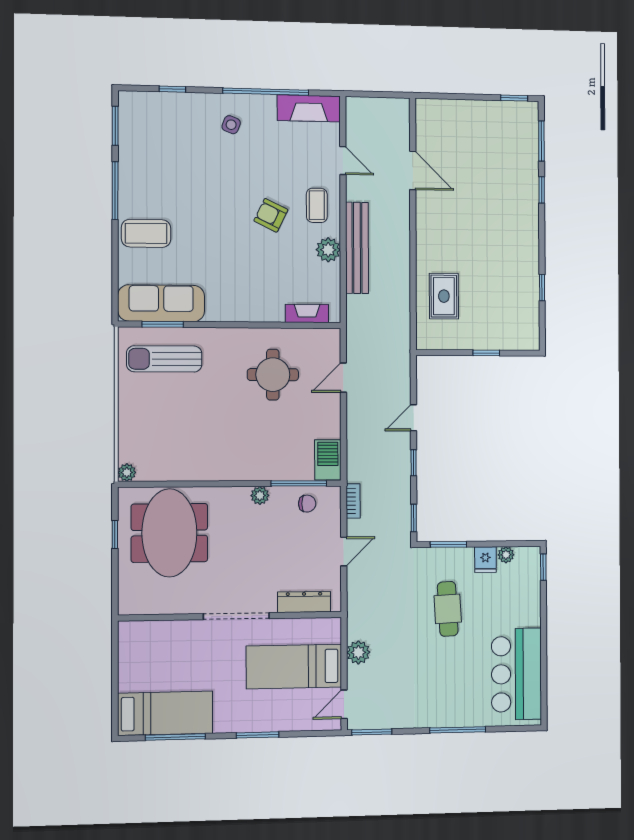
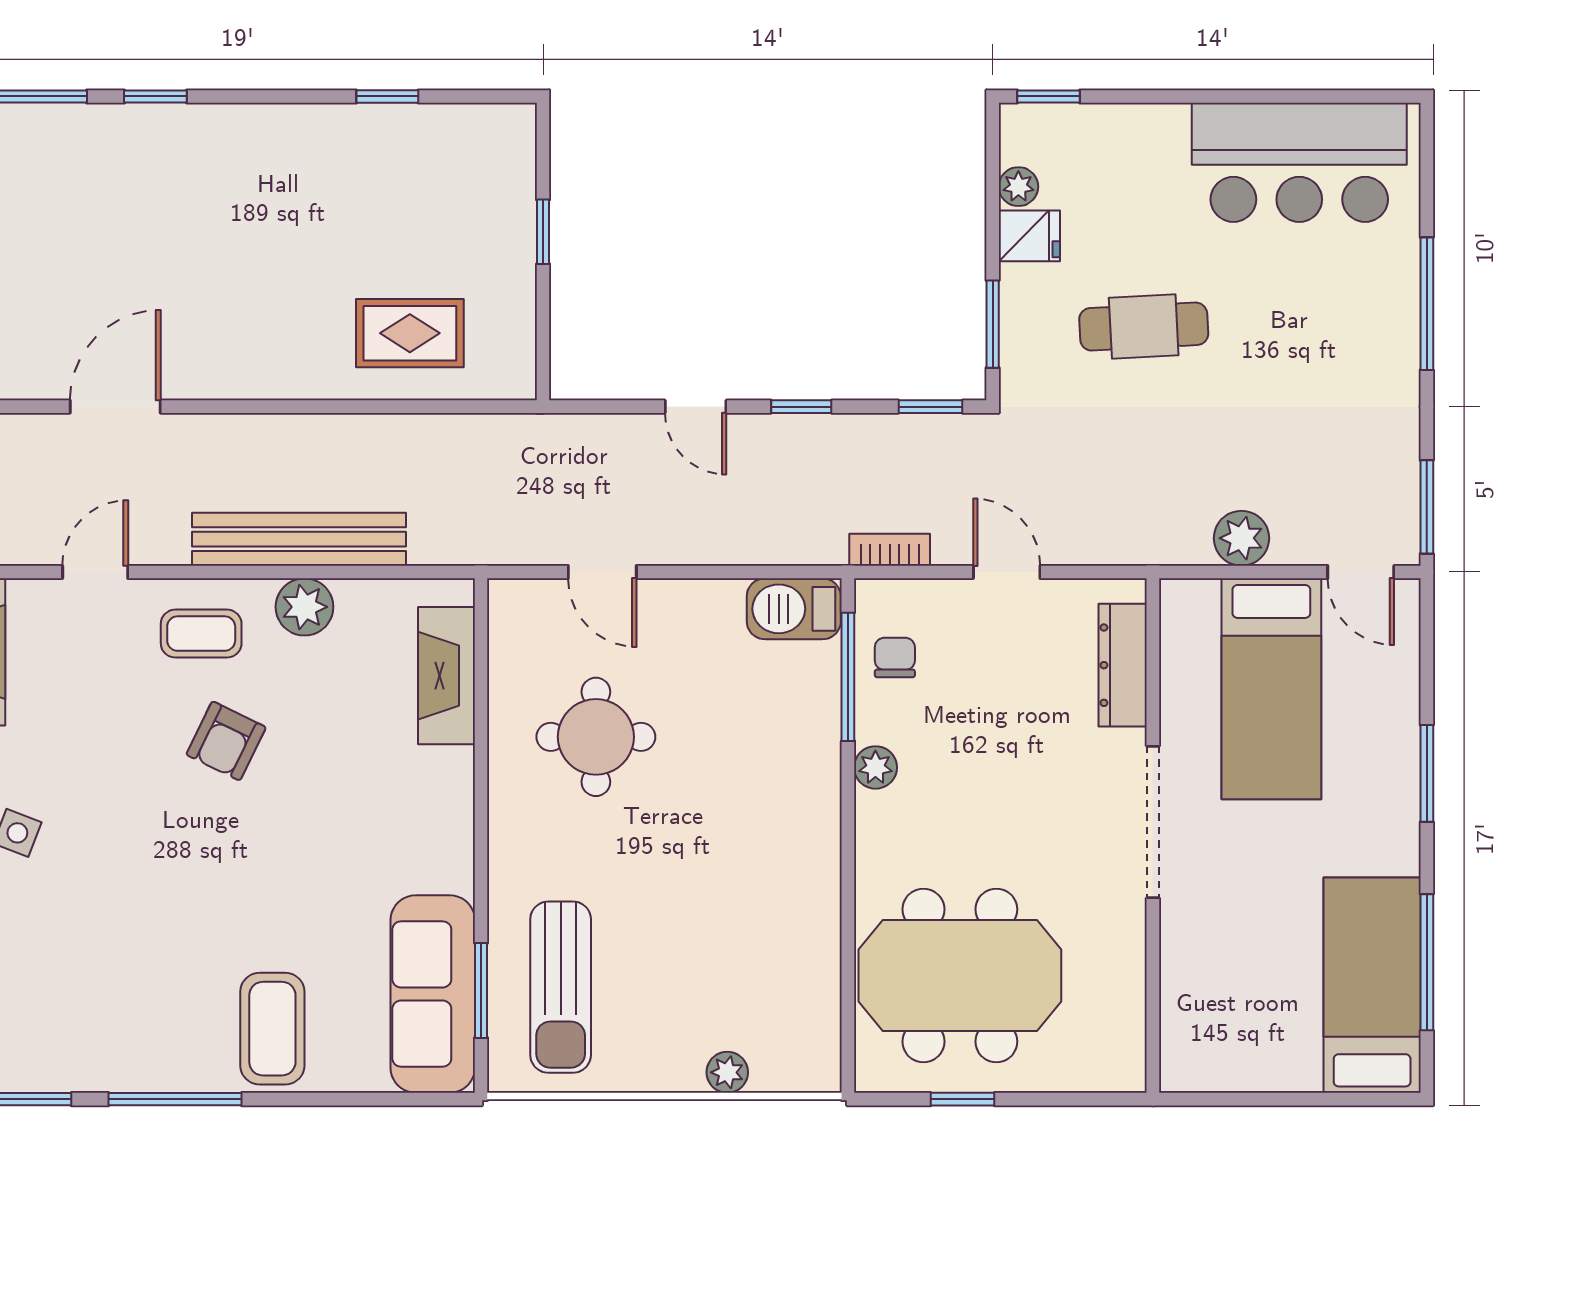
fireplace: (307, 313) -> (447, 676), width x1.37, depth x1.32
plant: (127, 473) -> (727, 1072), moved

